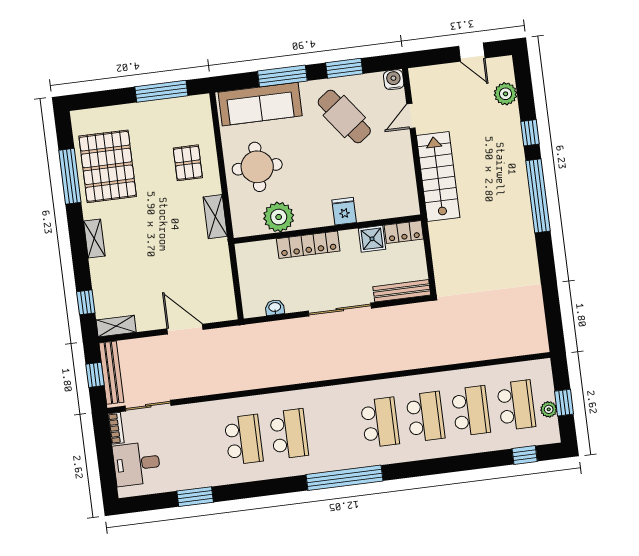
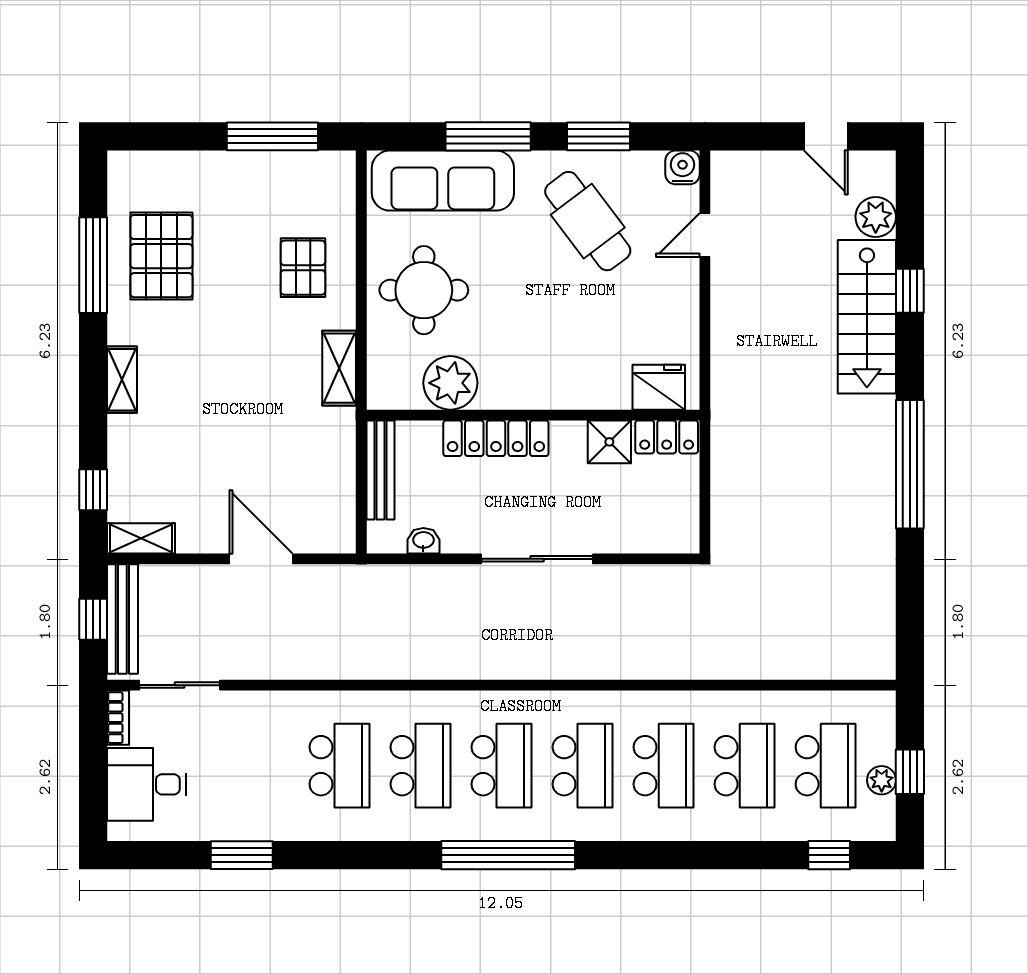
pallet: (108, 166) -> (161, 256), width x0.73, depth x0.71
stairs: (438, 176) -> (867, 317), moved, turned 180
window: (538, 196) -> (910, 464), moved
fridge: (344, 211) -> (659, 387), moved, width x1.38
bench: (402, 291) -> (380, 470), moved, turned 90
school desk: (334, 428) -> (501, 766), added

